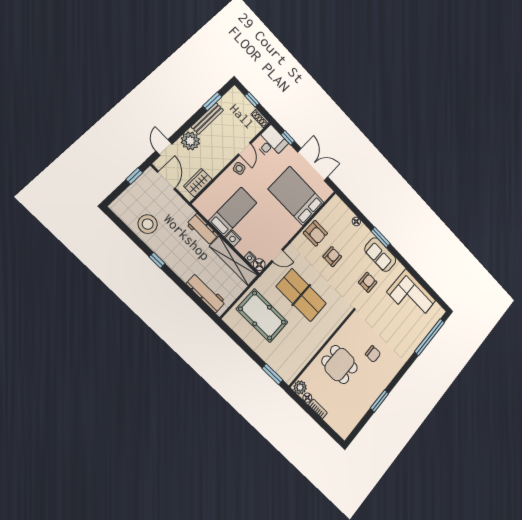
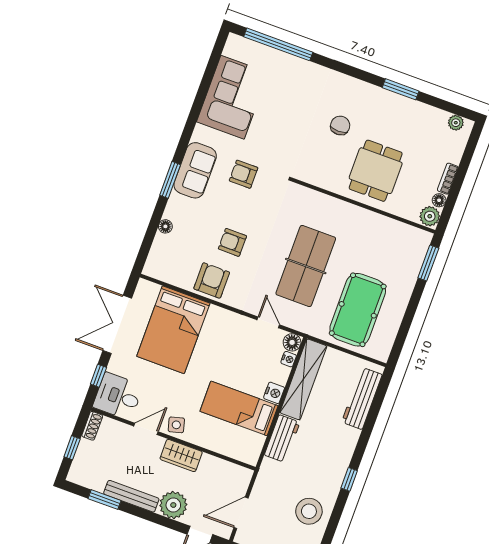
wardrobe: (198, 183) -> (181, 456), moved
plant: (348, 428) -> (456, 123), added

